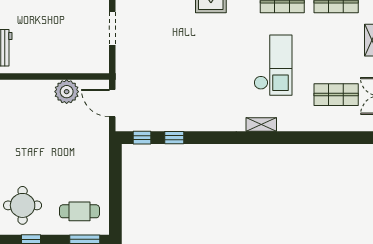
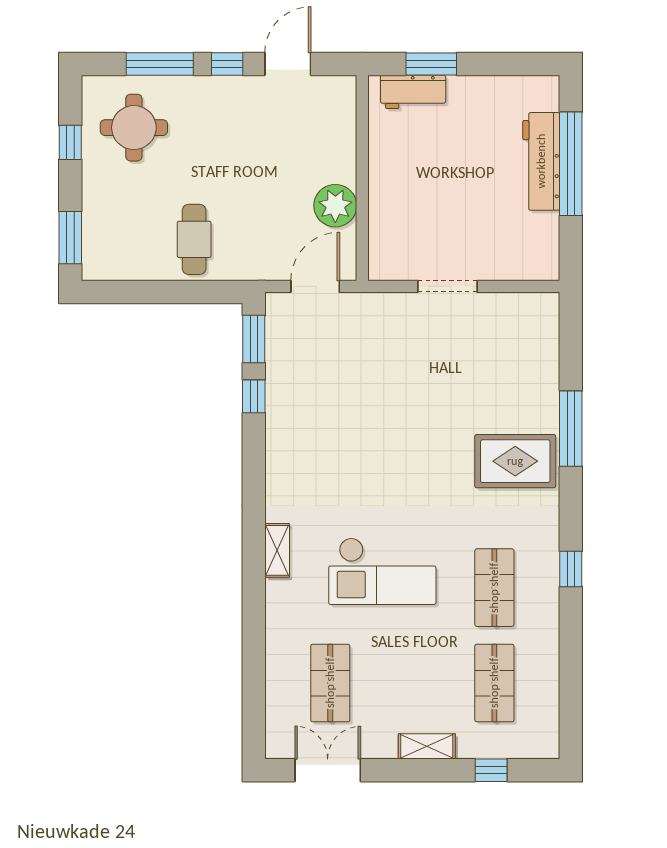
window: (142, 138) -> (254, 339), width x1.50
cafe table: (80, 211) -> (194, 239), moved

